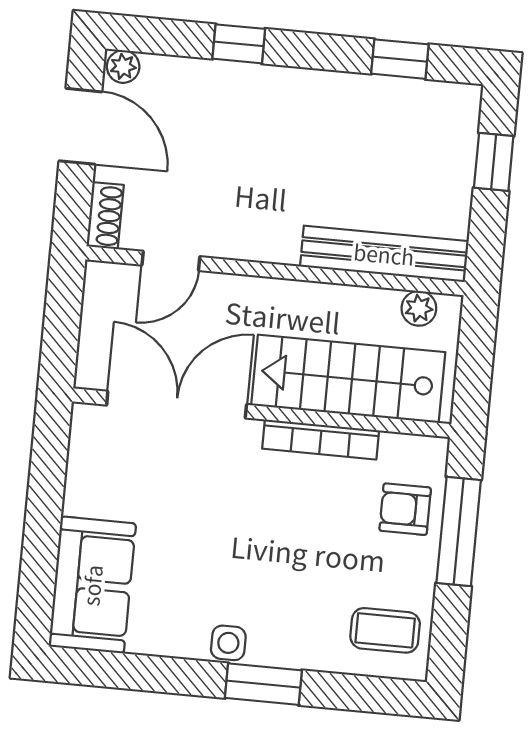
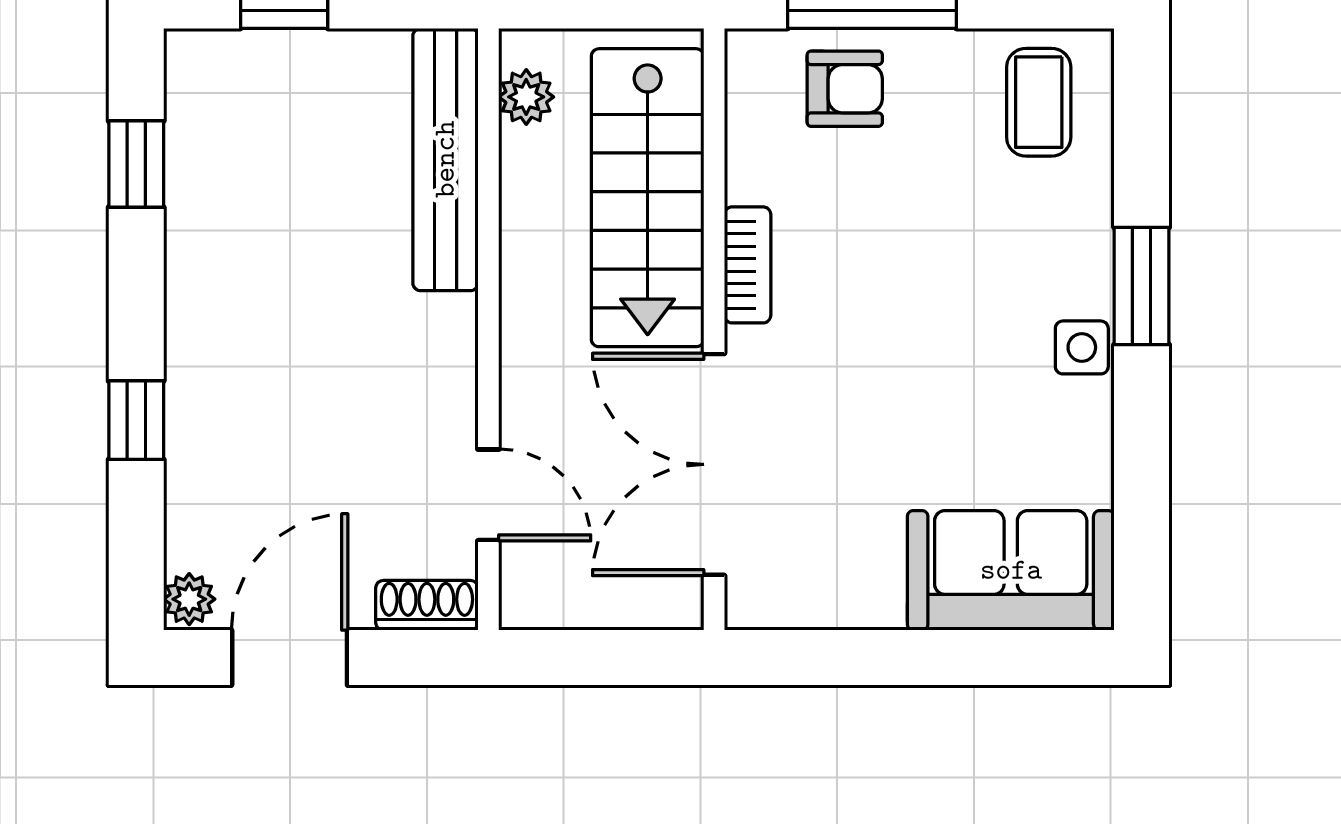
bookcase: (321, 440) -> (748, 265), width x0.64
armchair: (405, 509) -> (845, 89), turned -90

